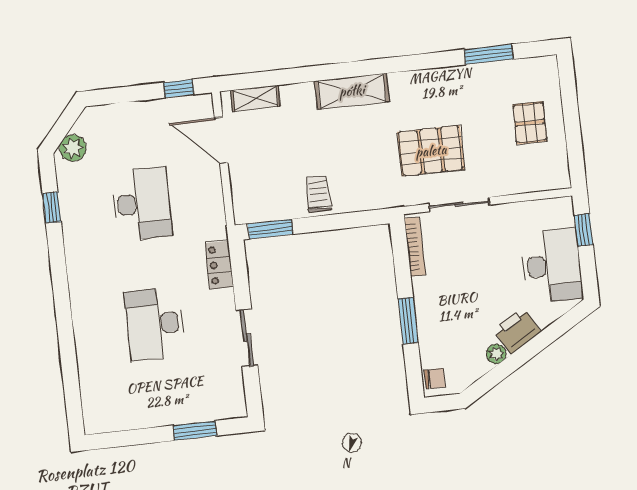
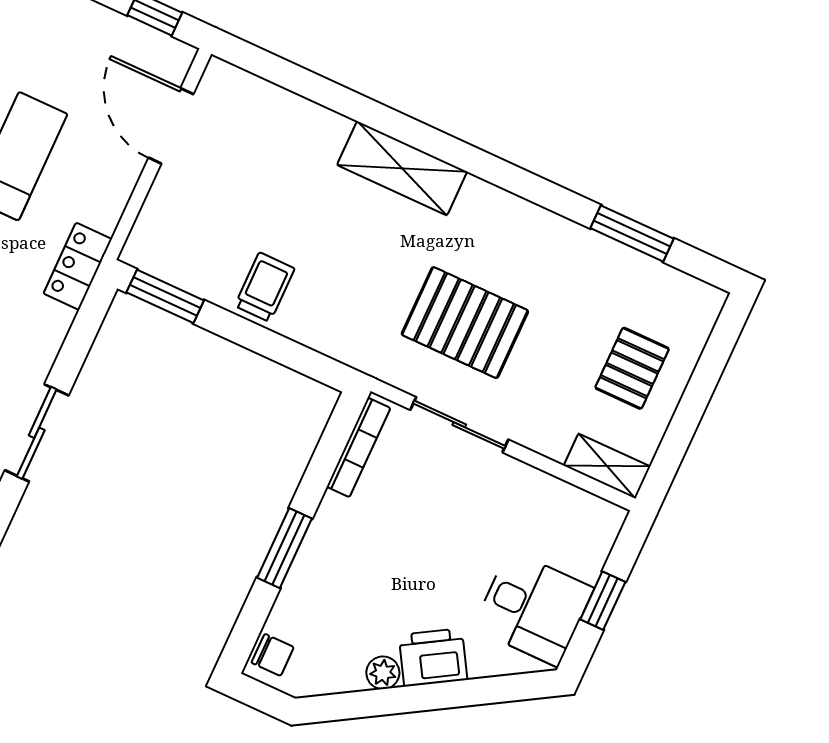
shelving: (255, 98) -> (607, 466), moved
window: (584, 230) -> (603, 601), moved
locker: (219, 265) -> (78, 266), moved
desk: (552, 265) -> (533, 608), width x0.73

